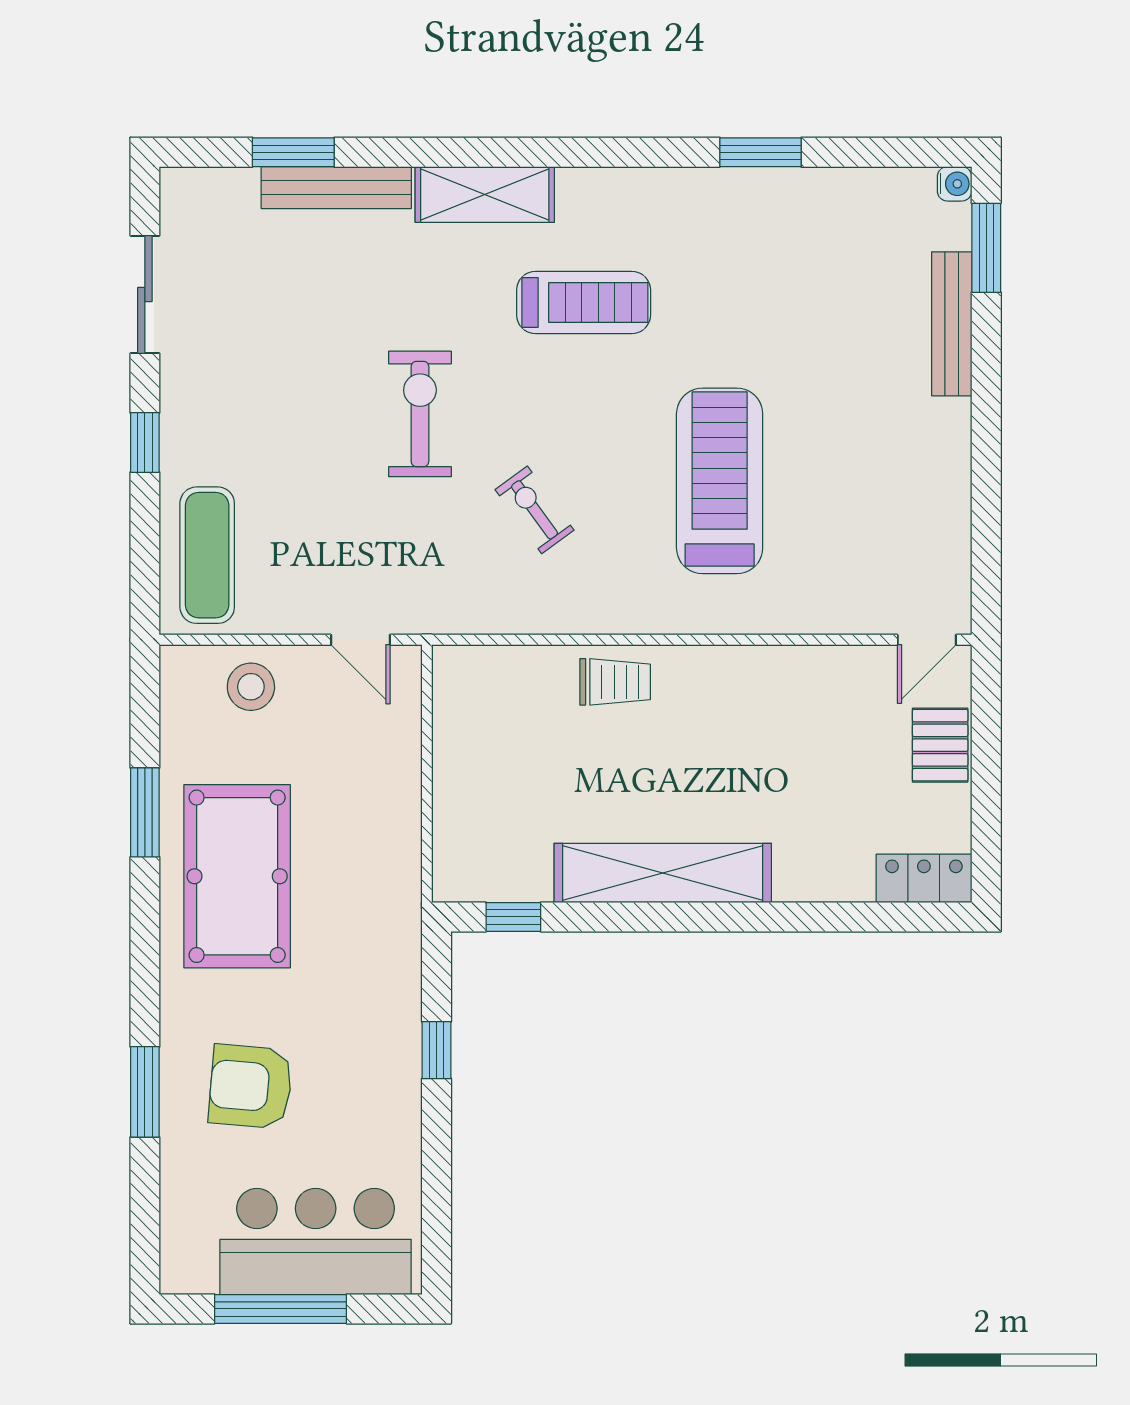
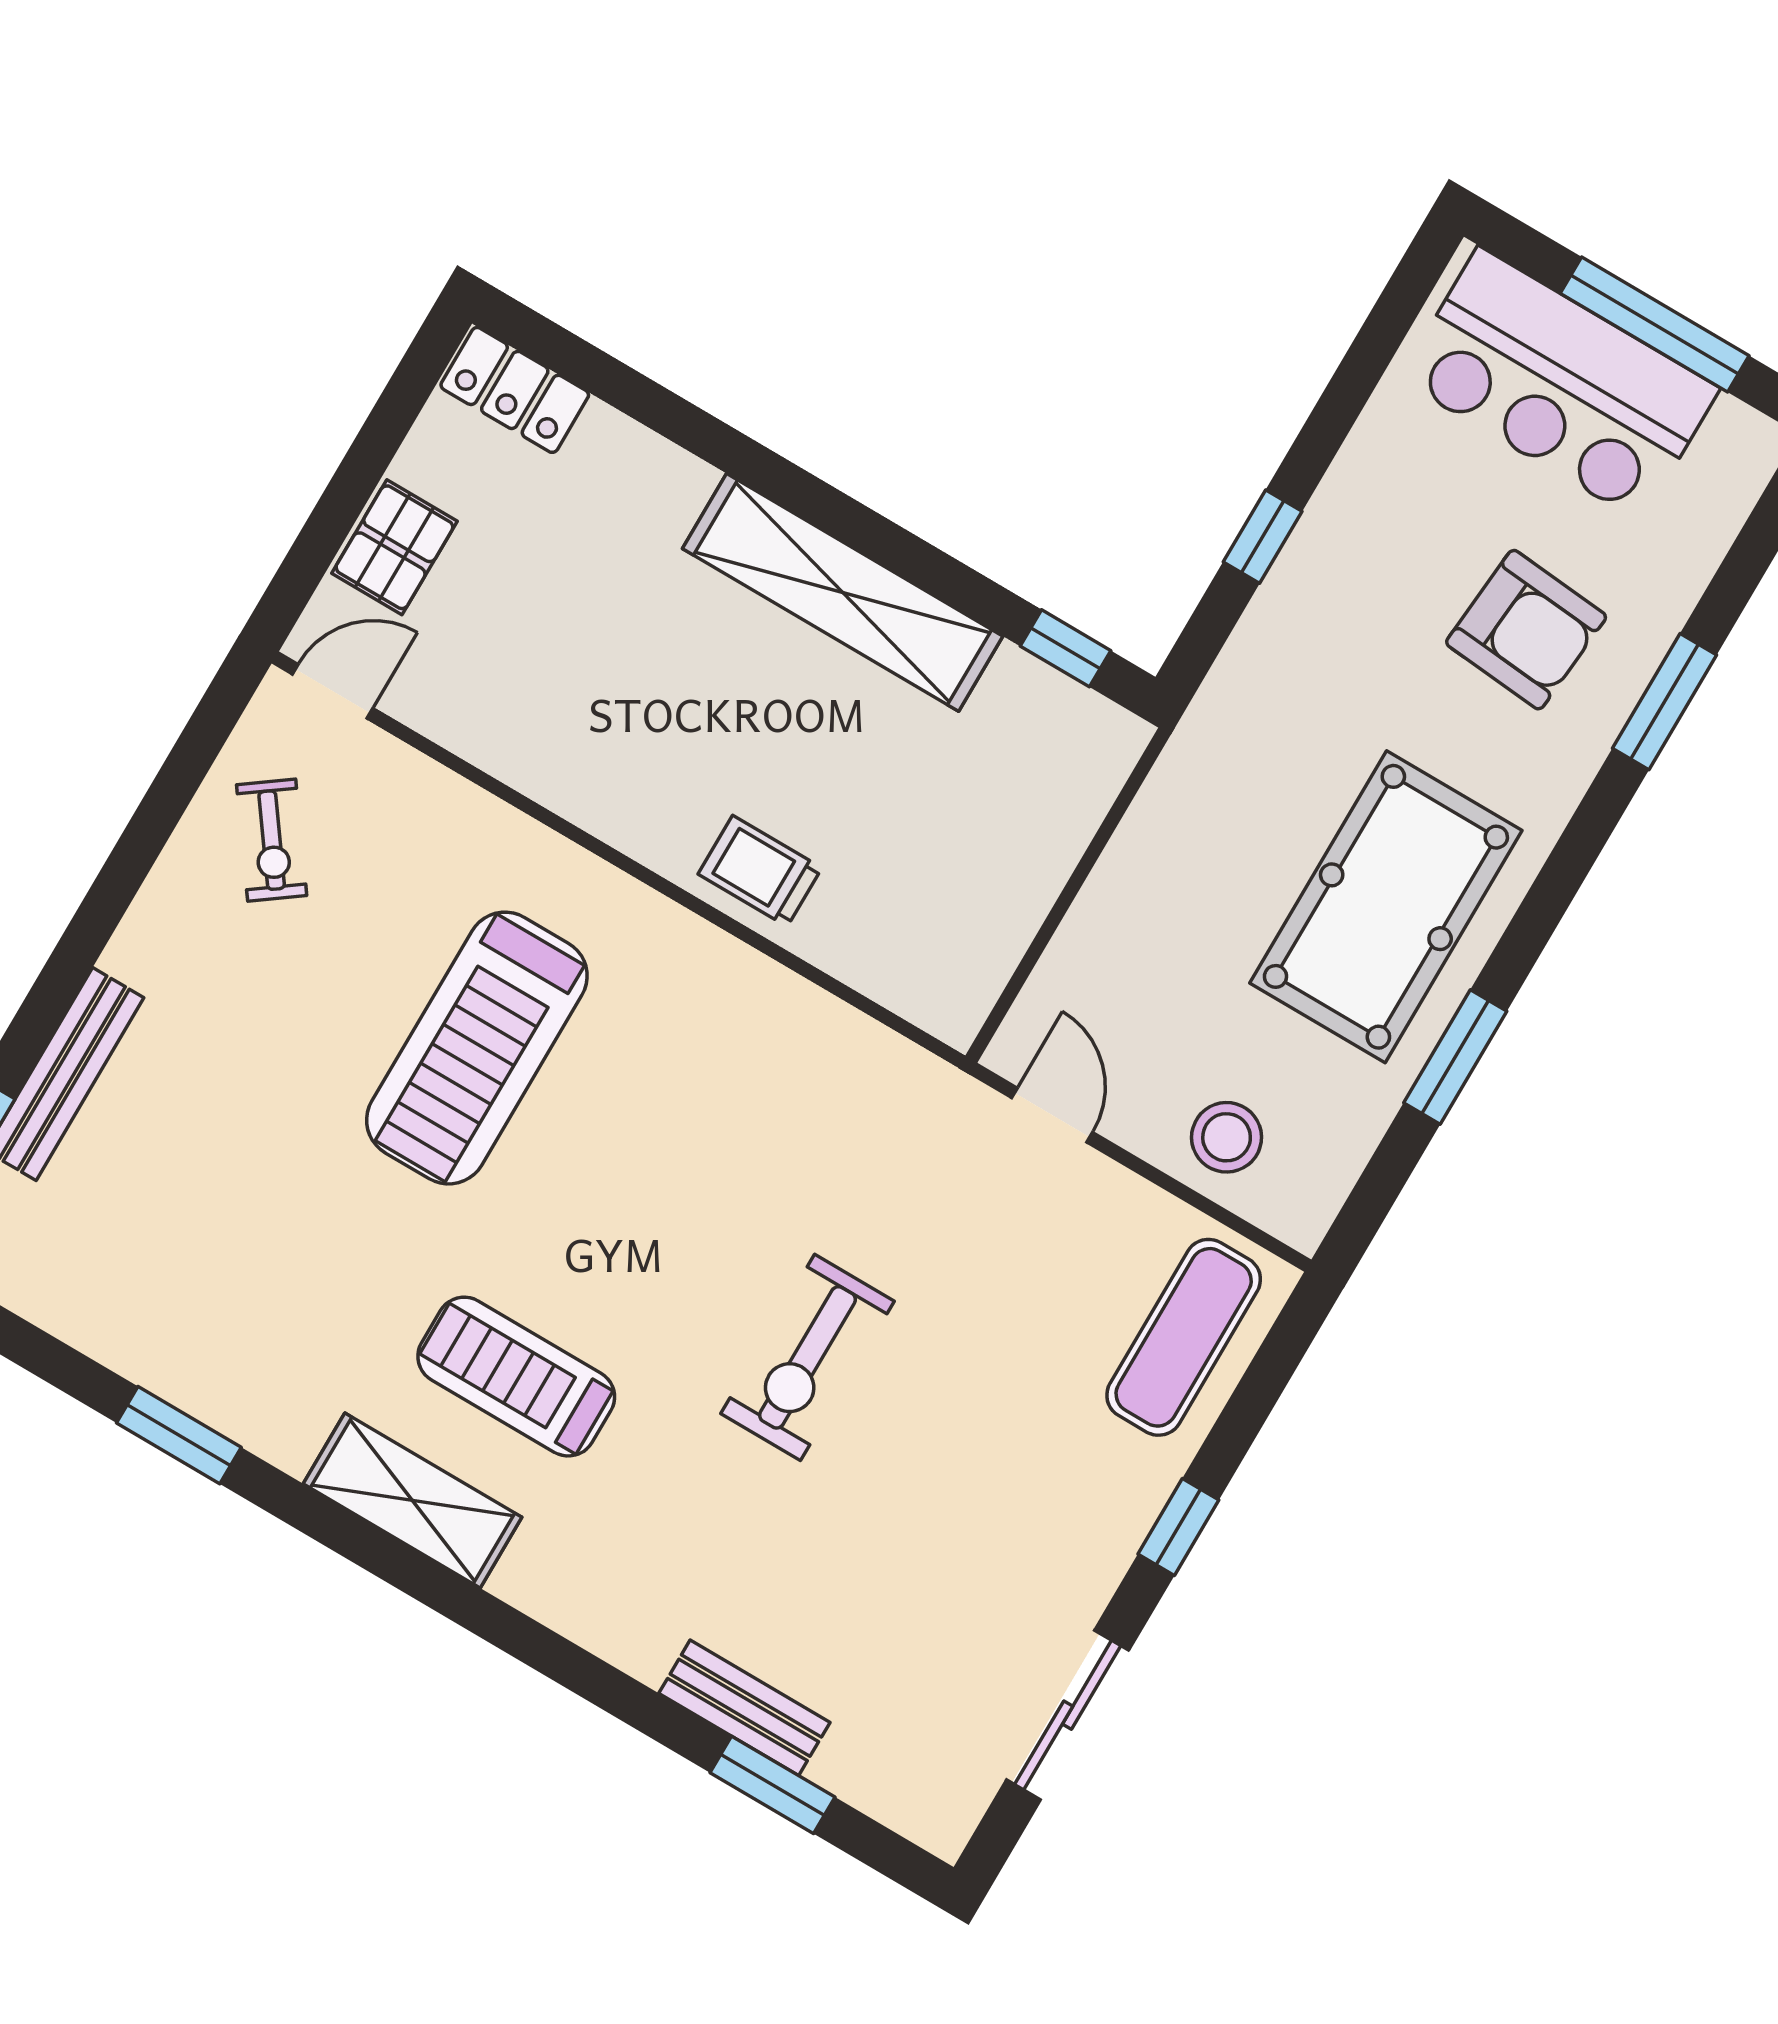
bench: (336, 188) -> (744, 1708), width x0.73
shelving: (485, 194) -> (412, 1501), moved
exercise bike: (535, 510) -> (272, 840), moved

